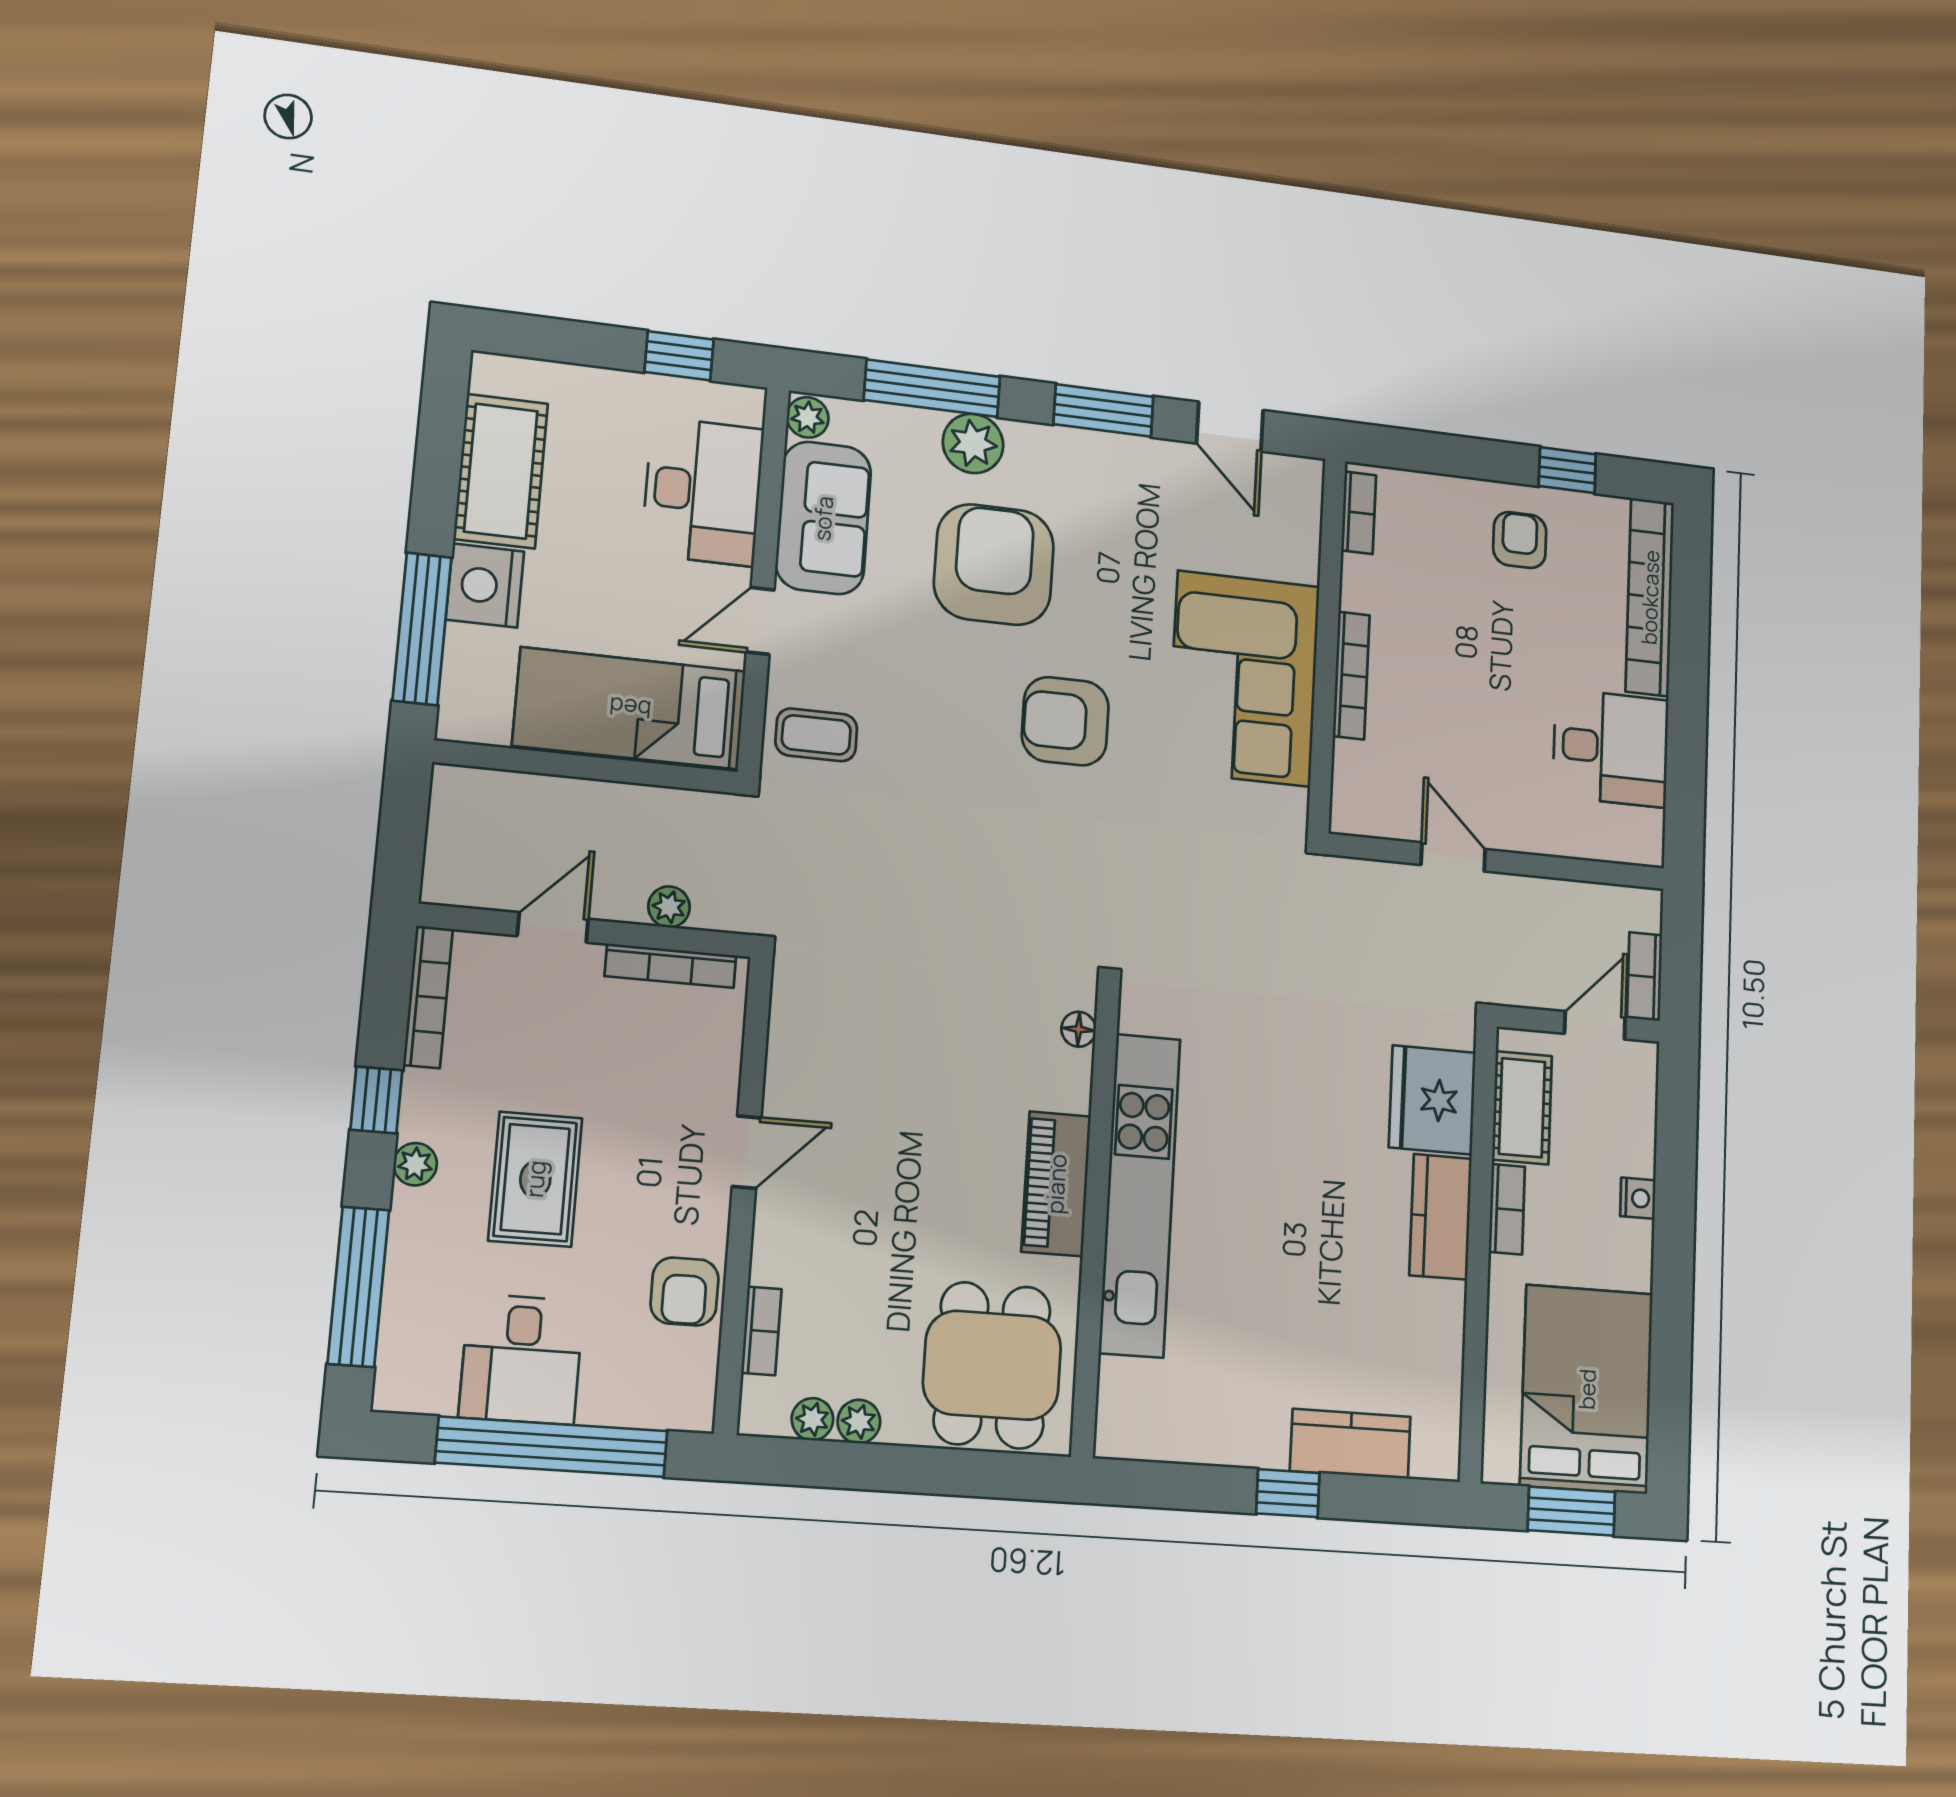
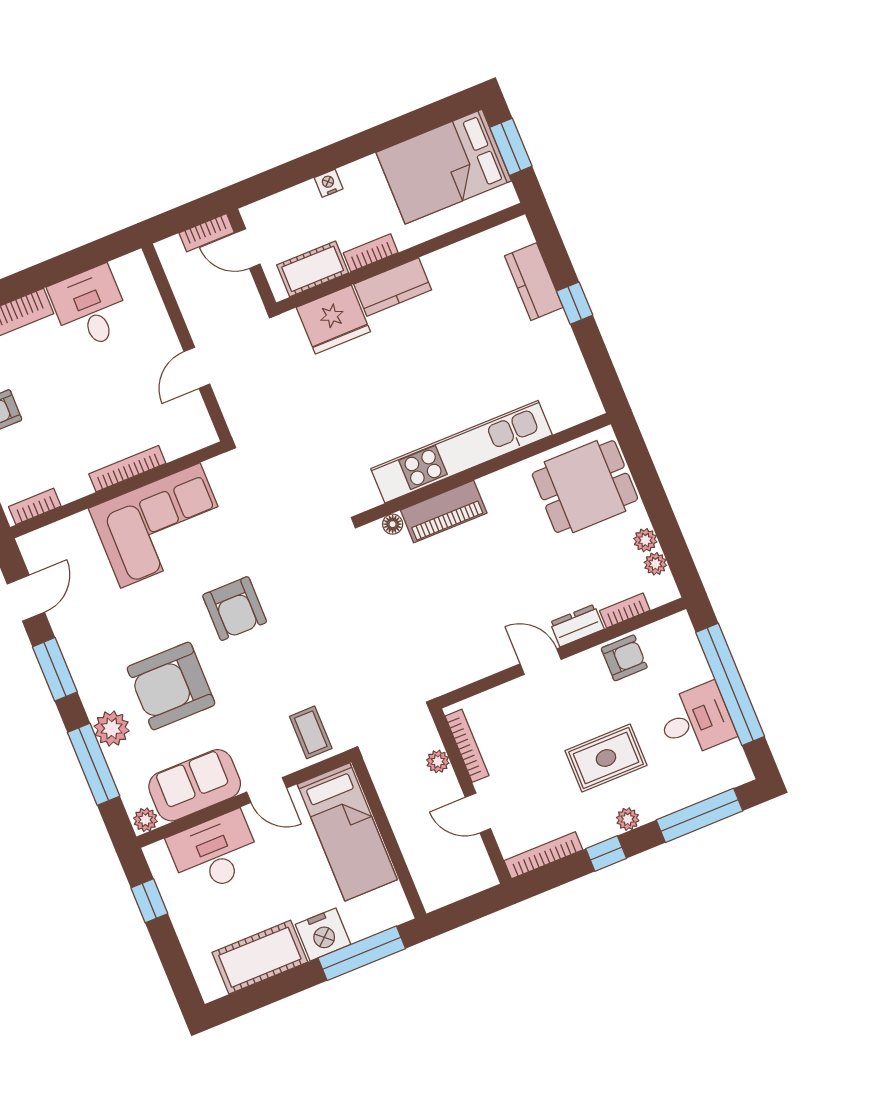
piano: (1056, 1184) -> (444, 512), moved
dresser: (776, 1240) -> (577, 626), added

